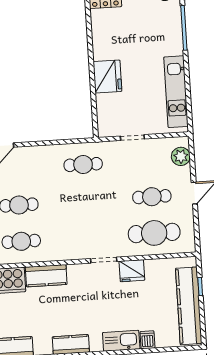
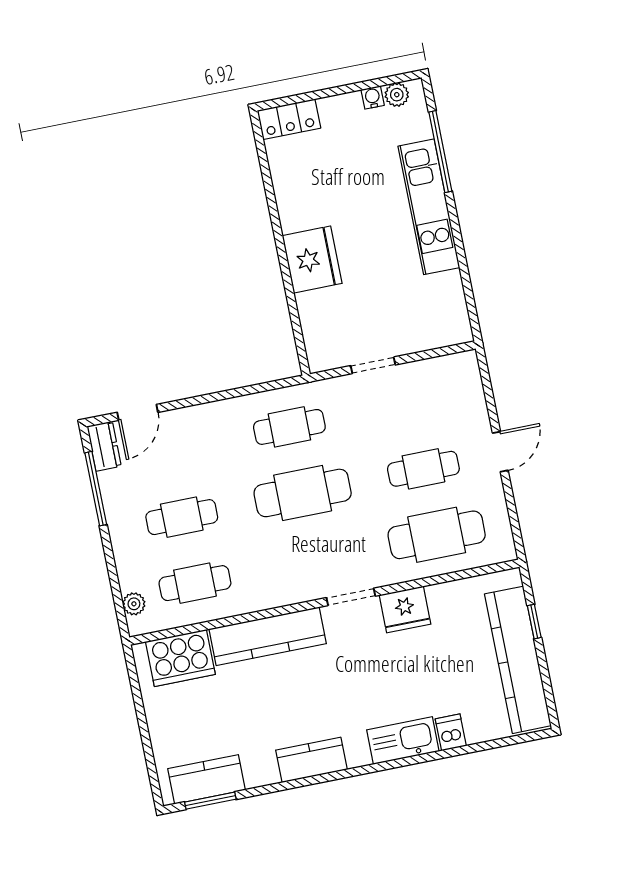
kitchen unit: (176, 92) -> (429, 207), moved
plant: (181, 156) -> (466, 388), removed
cafe table: (85, 201) -> (303, 493), added
kitchen counter: (46, 276) -> (268, 636), width x1.50

